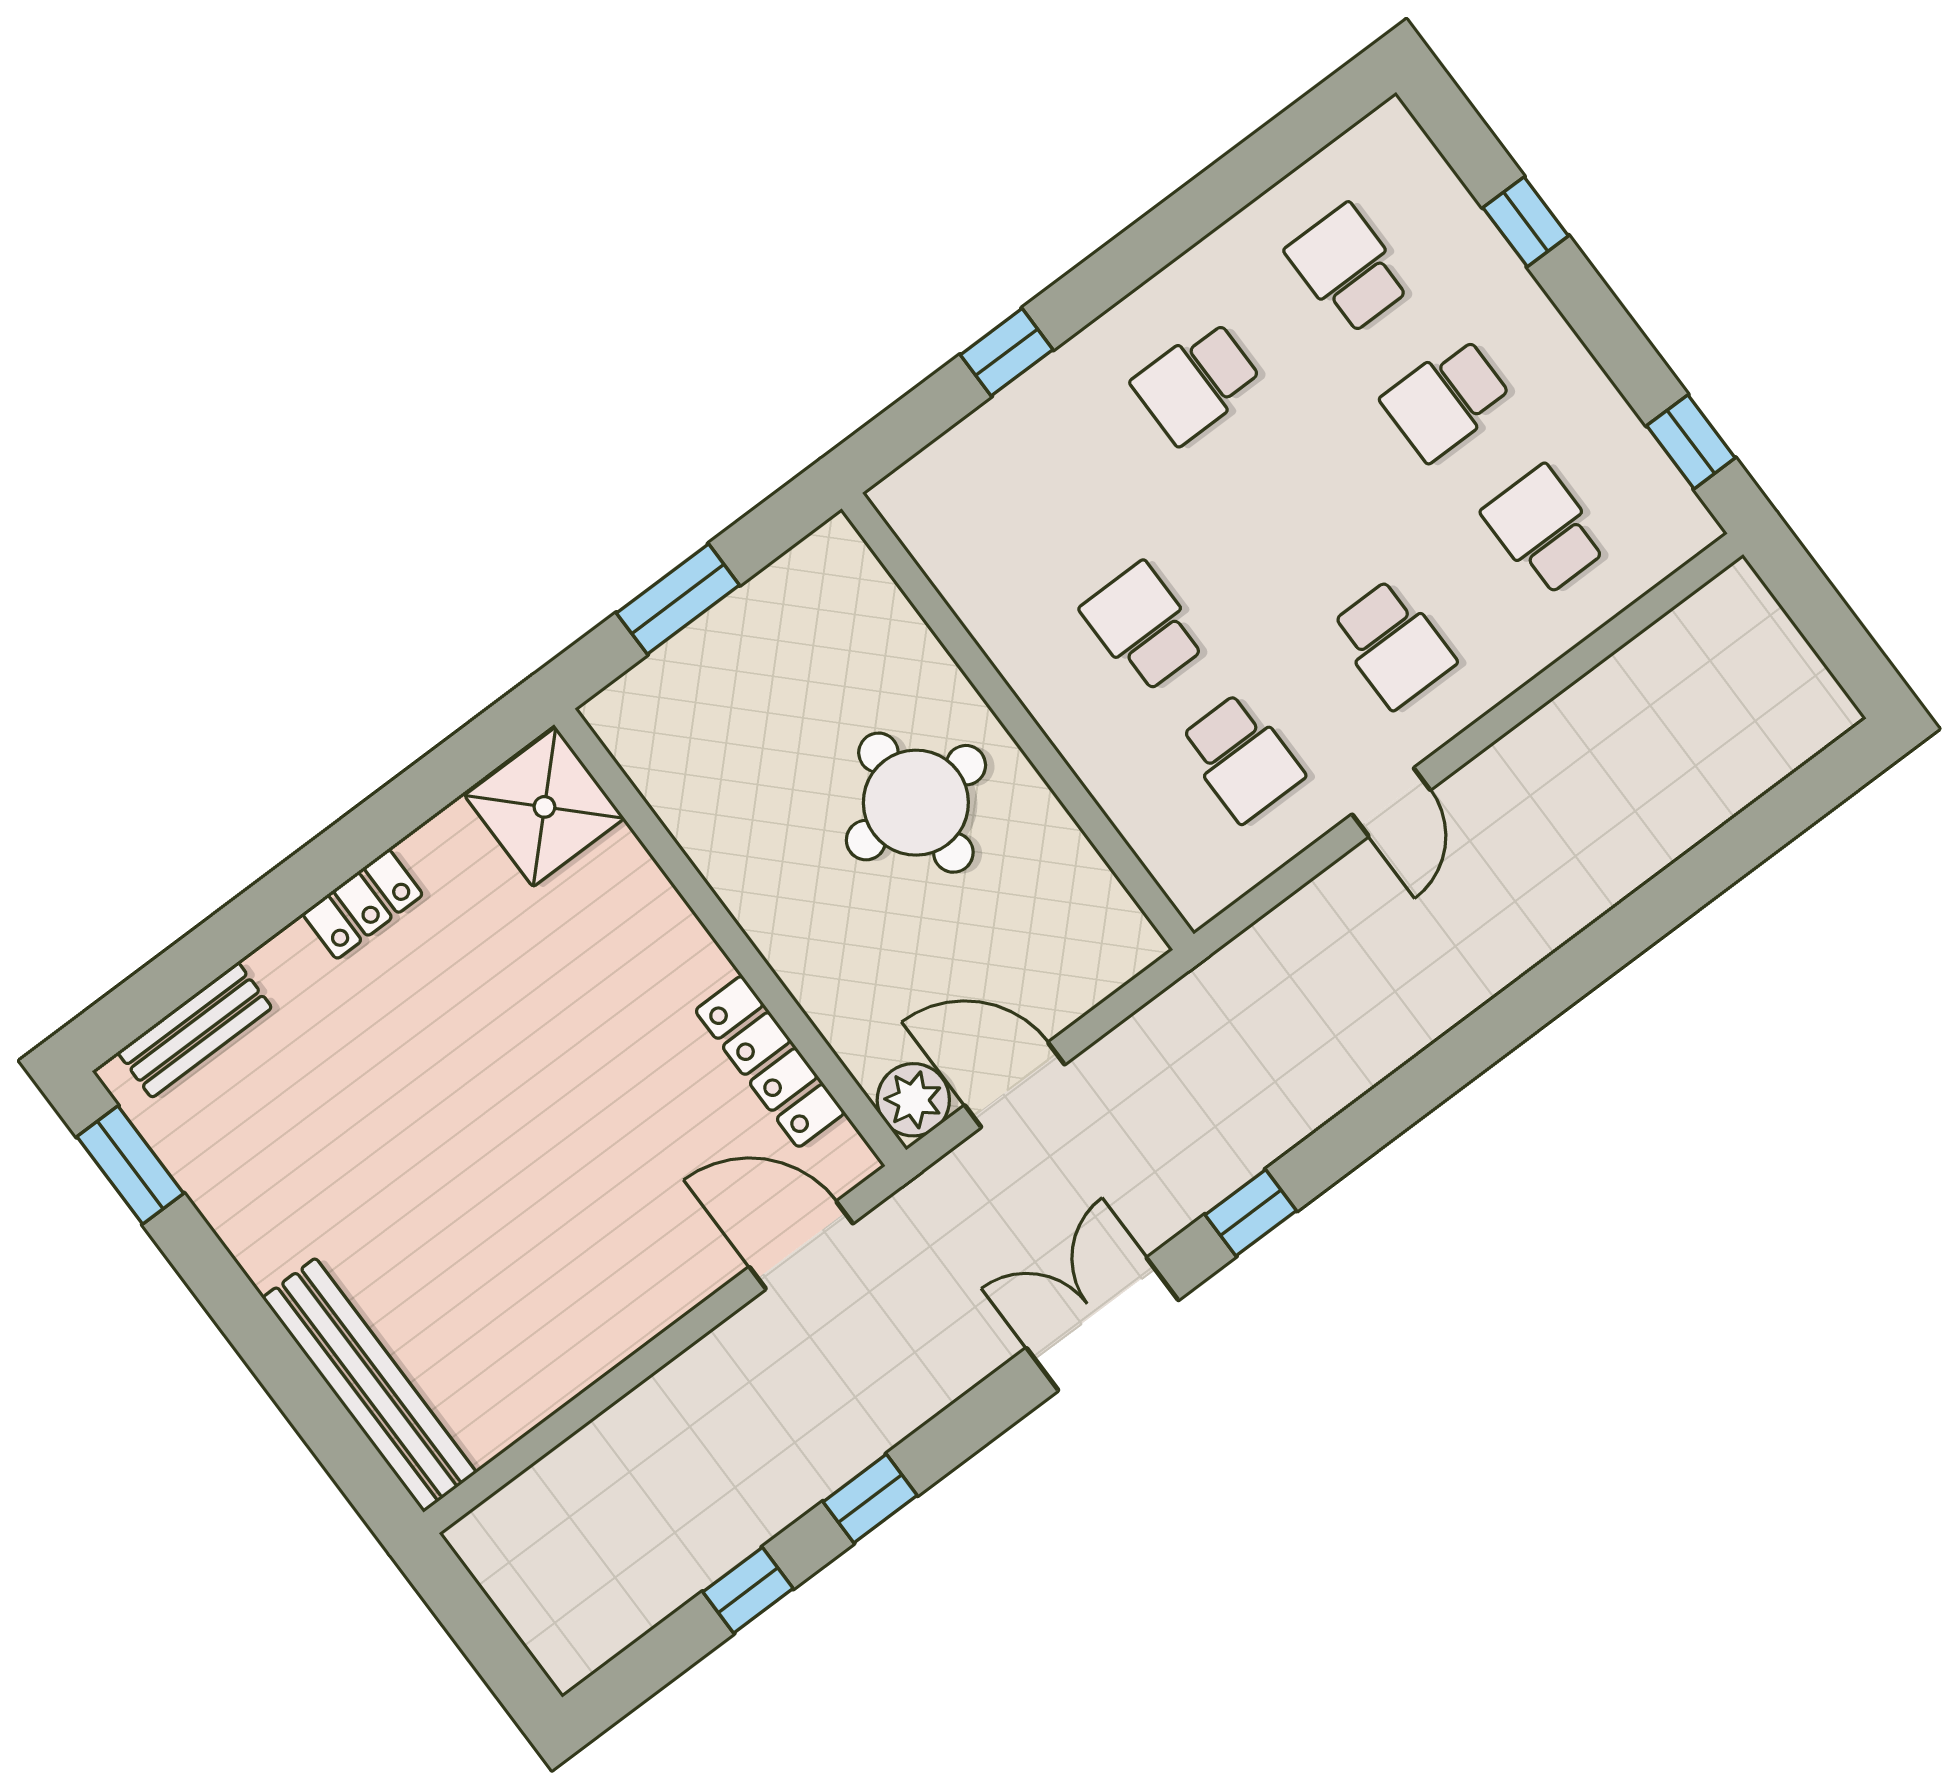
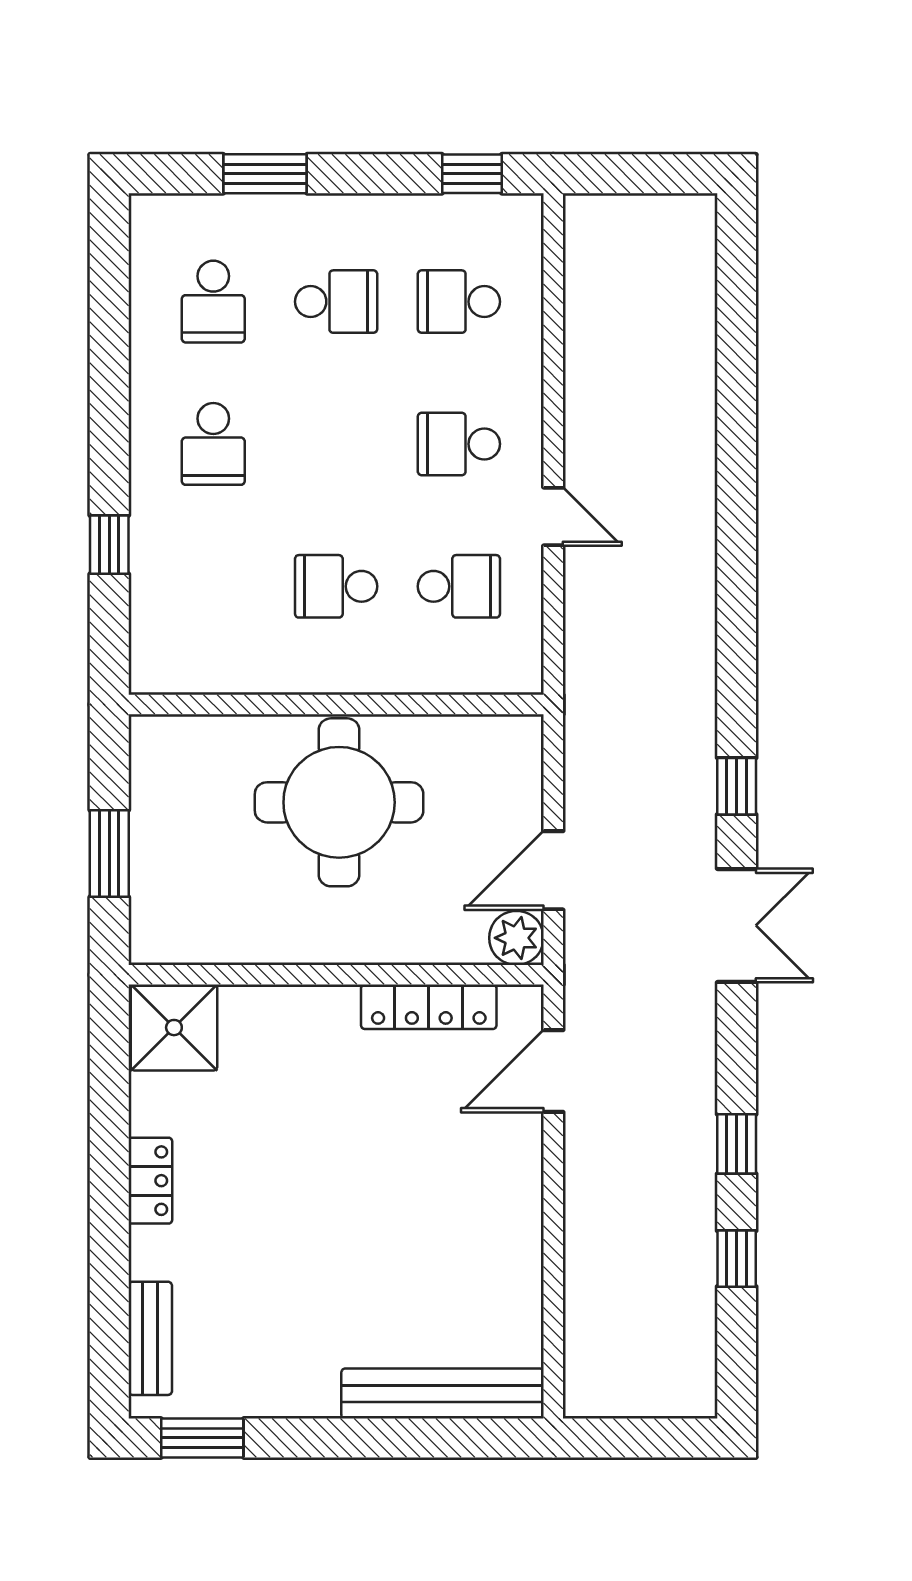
window: (1526, 222) -> (265, 174), width x1.50
school desk: (1348, 269) -> (213, 302), turned -90
school desk: (1446, 399) -> (336, 302), turned -90
school desk: (1393, 644) -> (459, 444), turned 180
round table: (916, 803) -> (339, 802), width x1.36, depth x1.36
double door: (1102, 1324) -> (737, 925), swing flipped

